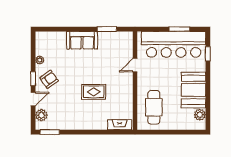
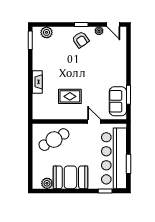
sofa: (82, 40) -> (118, 101), moved
rug: (94, 92) -> (70, 96), moved, turned 90
door: (33, 99) -> (113, 24), moved
cafe table: (154, 107) -> (54, 140), turned -30
fireplace: (120, 125) -> (37, 82), moved

